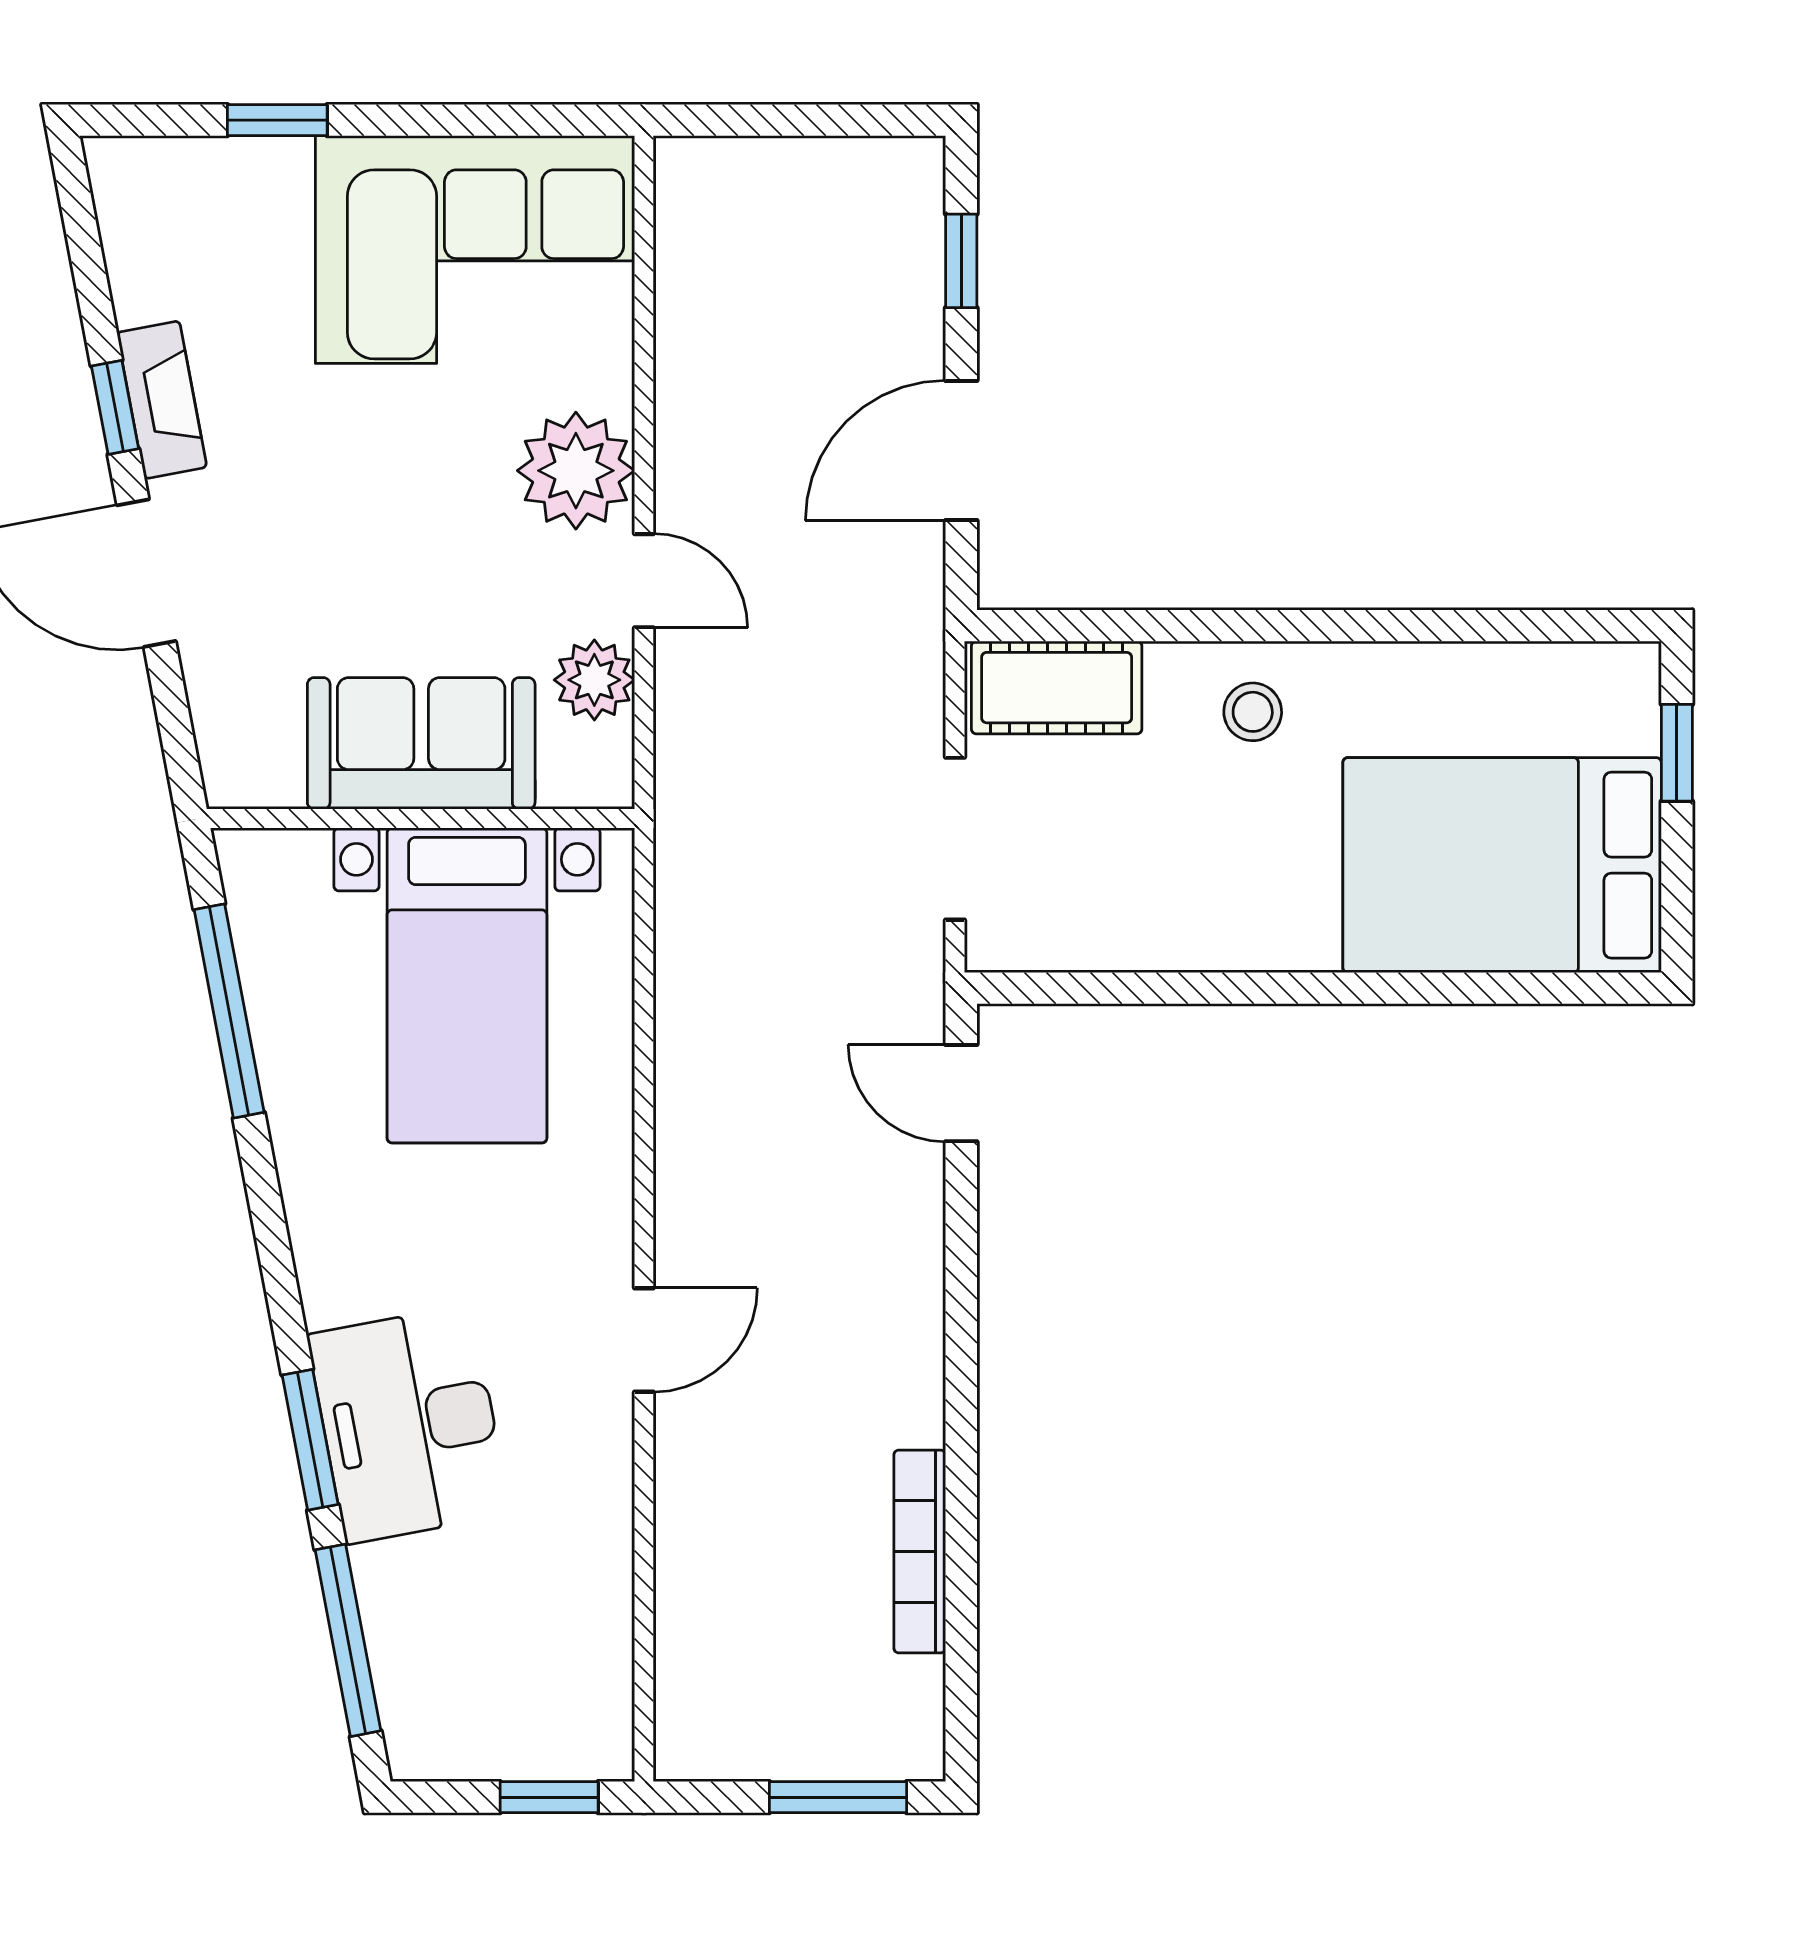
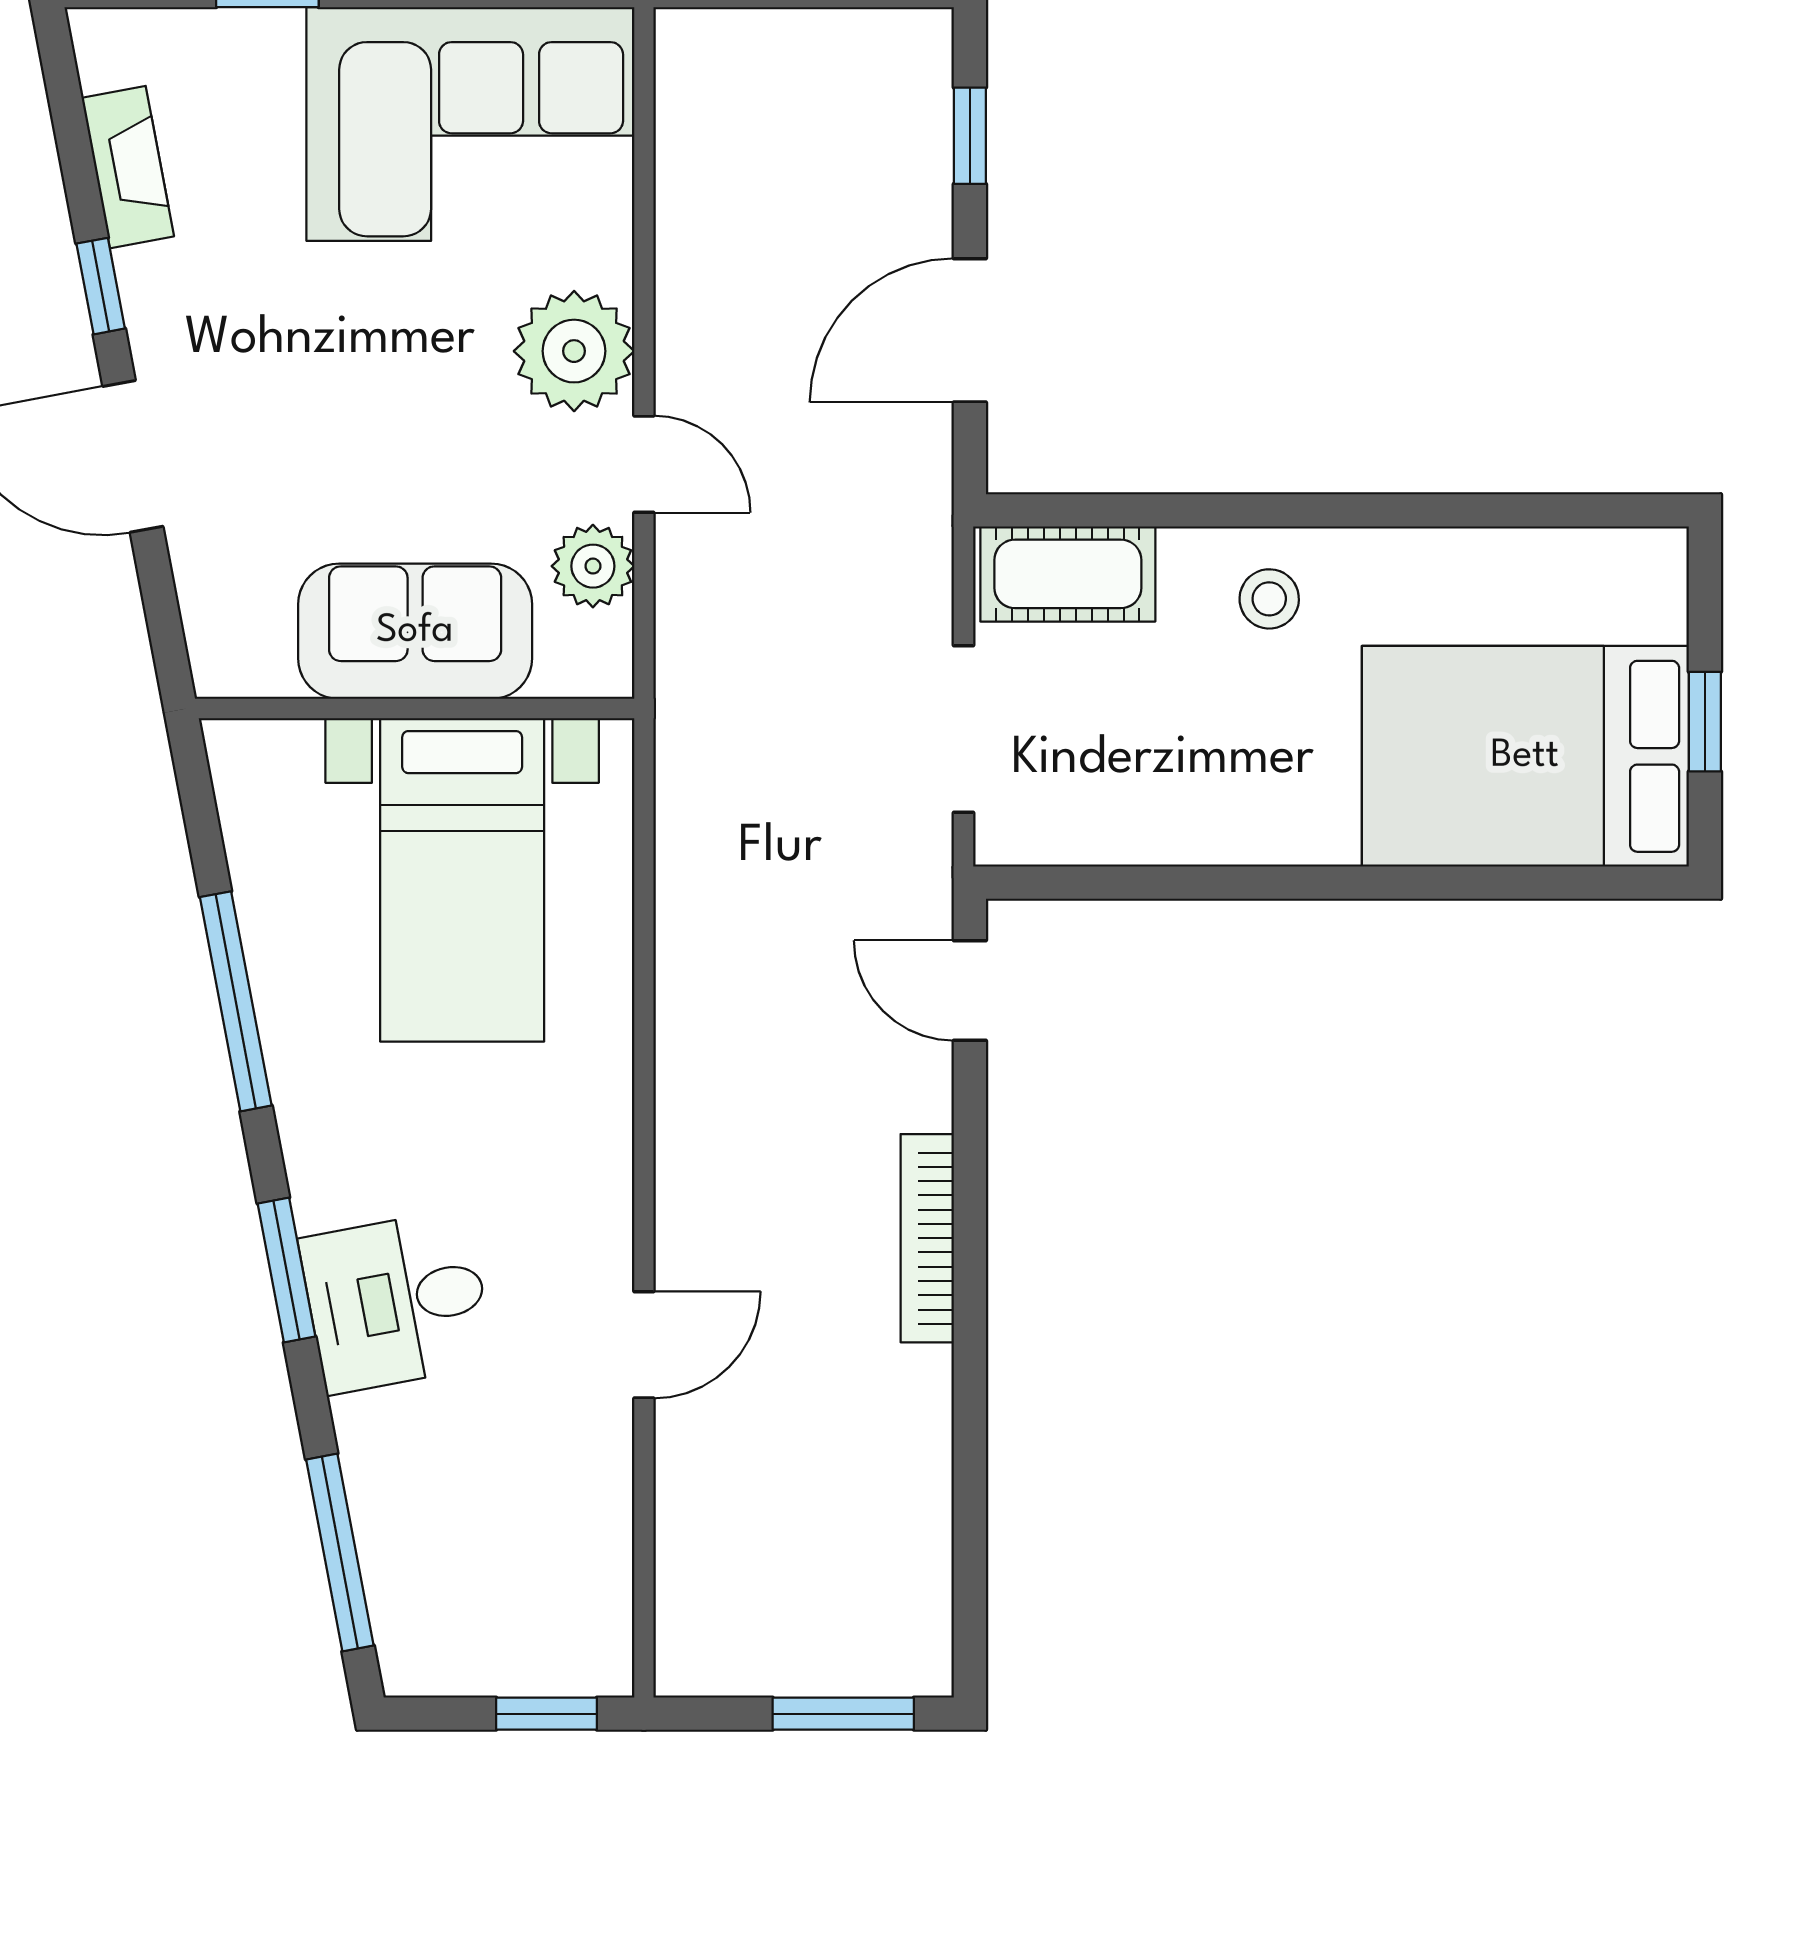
fireplace: (162, 400) -> (128, 167), moved
window: (1677, 753) -> (1705, 722), moved
window: (229, 1011) -> (236, 1001), moved
door: (644, 1340) -> (644, 1345), moved
desk: (409, 1424) -> (397, 1301), width x0.73
window: (310, 1440) -> (287, 1270), moved
bookcase: (920, 1552) -> (927, 1238), moved

